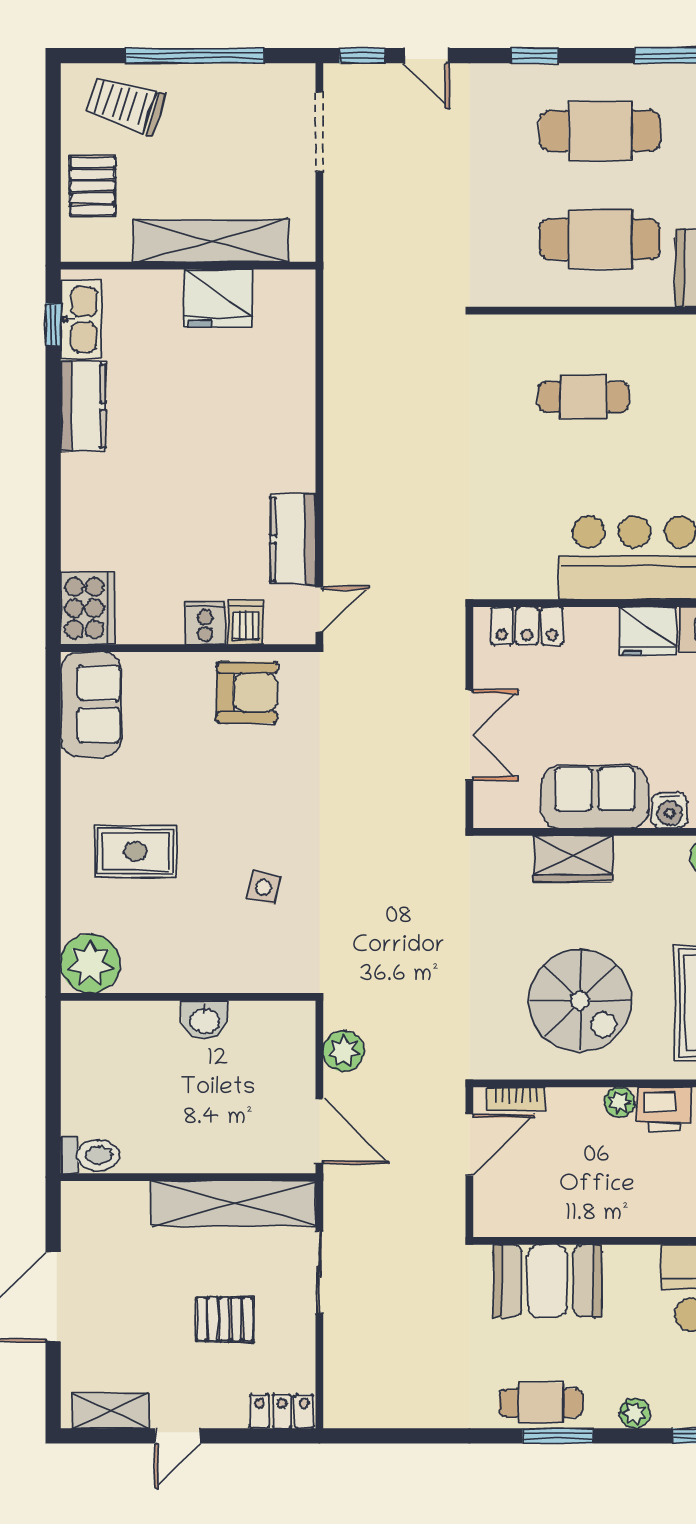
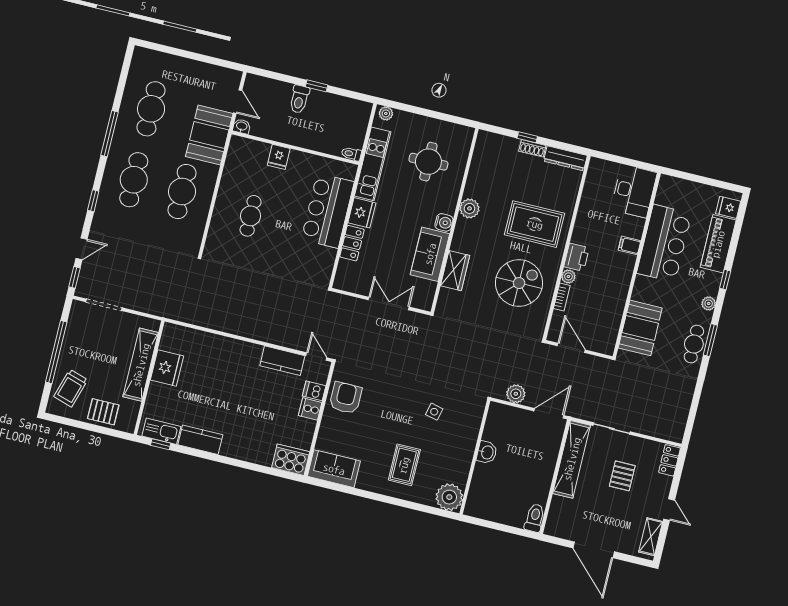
locker: (527, 626) -> (352, 243), moved
bookcase: (516, 1099) -> (562, 297), moved

